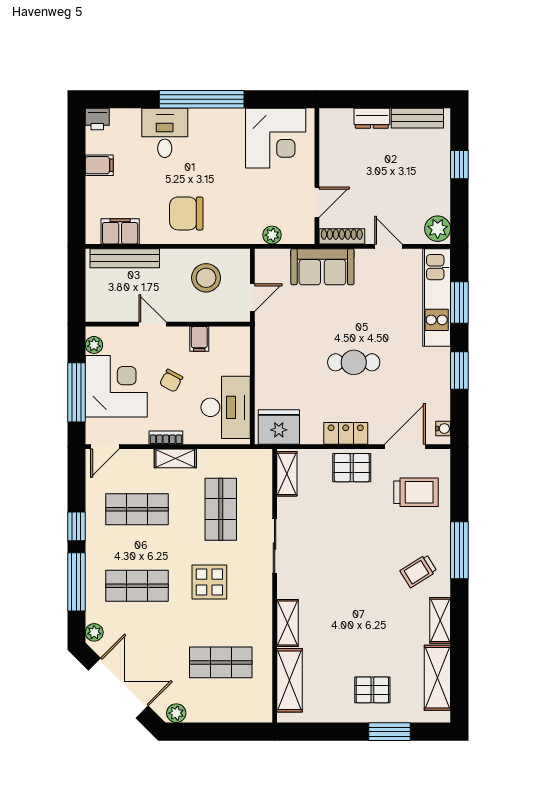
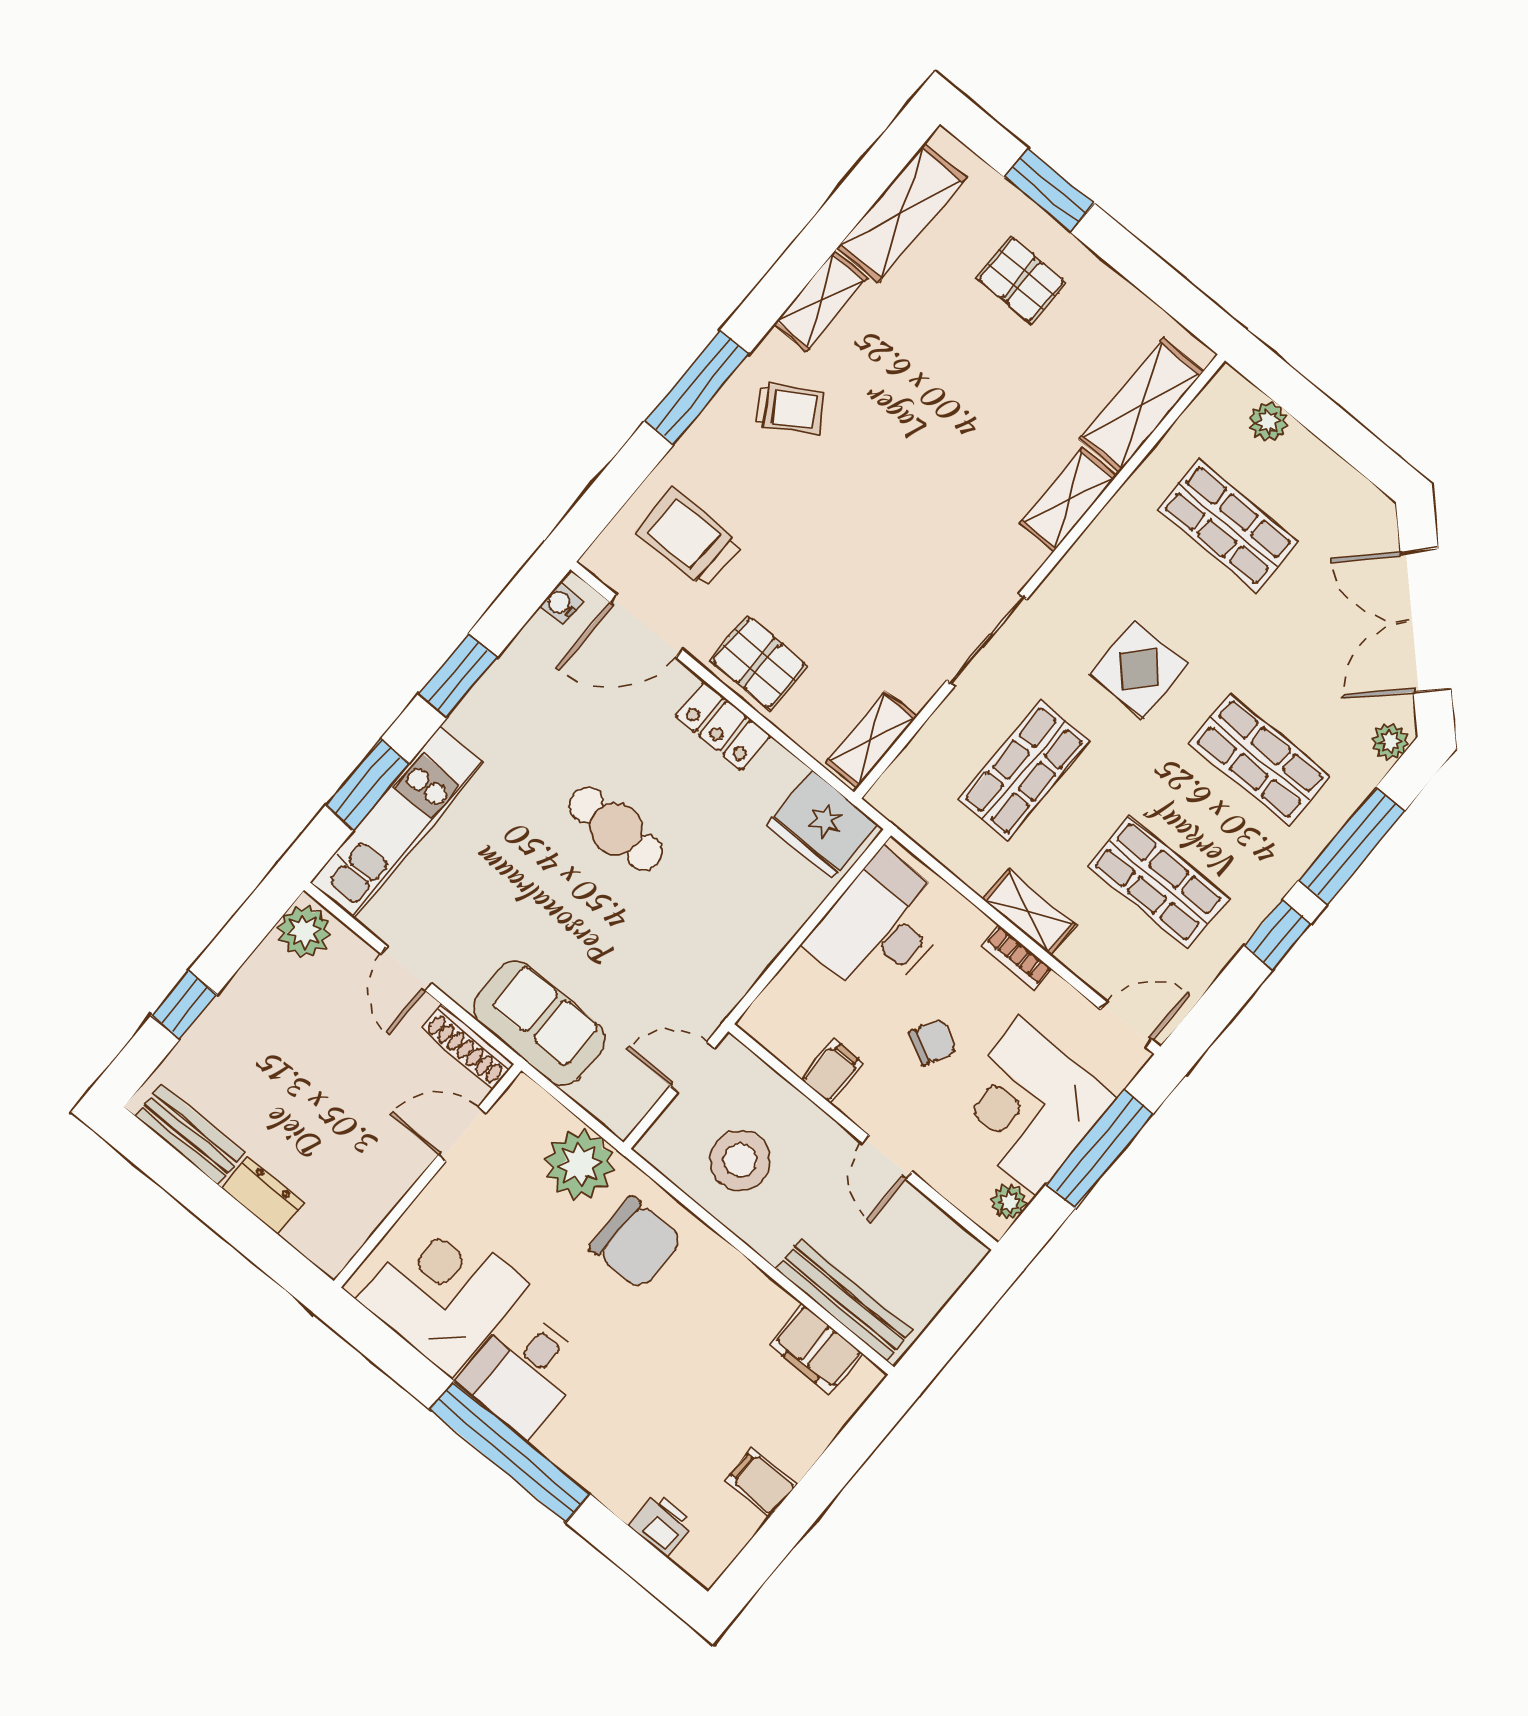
printer: (97, 119) -> (662, 1524), moved
desk: (165, 133) -> (524, 1372), moved
chair: (186, 213) -> (636, 1243), moved
plant: (272, 235) -> (580, 1164), width x1.87, depth x1.87
plant: (176, 713) -> (1268, 422), moved

